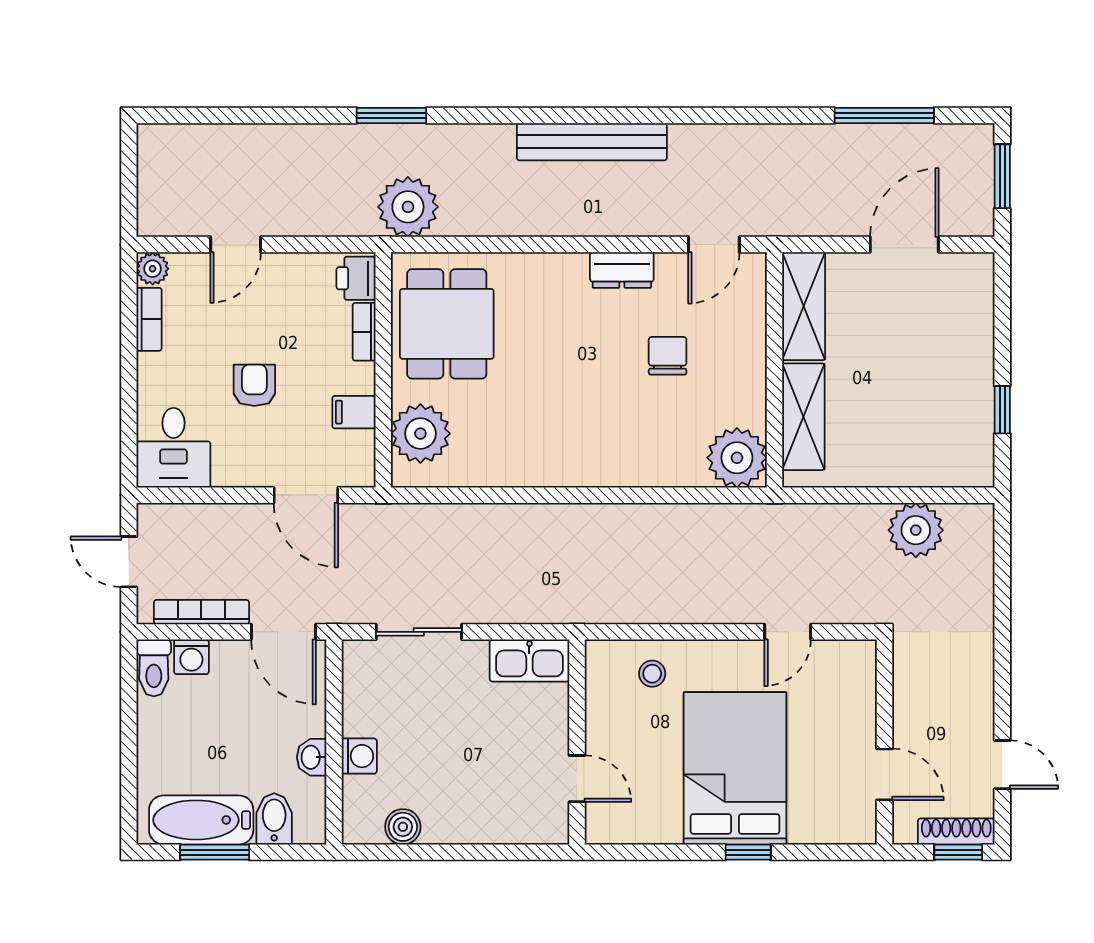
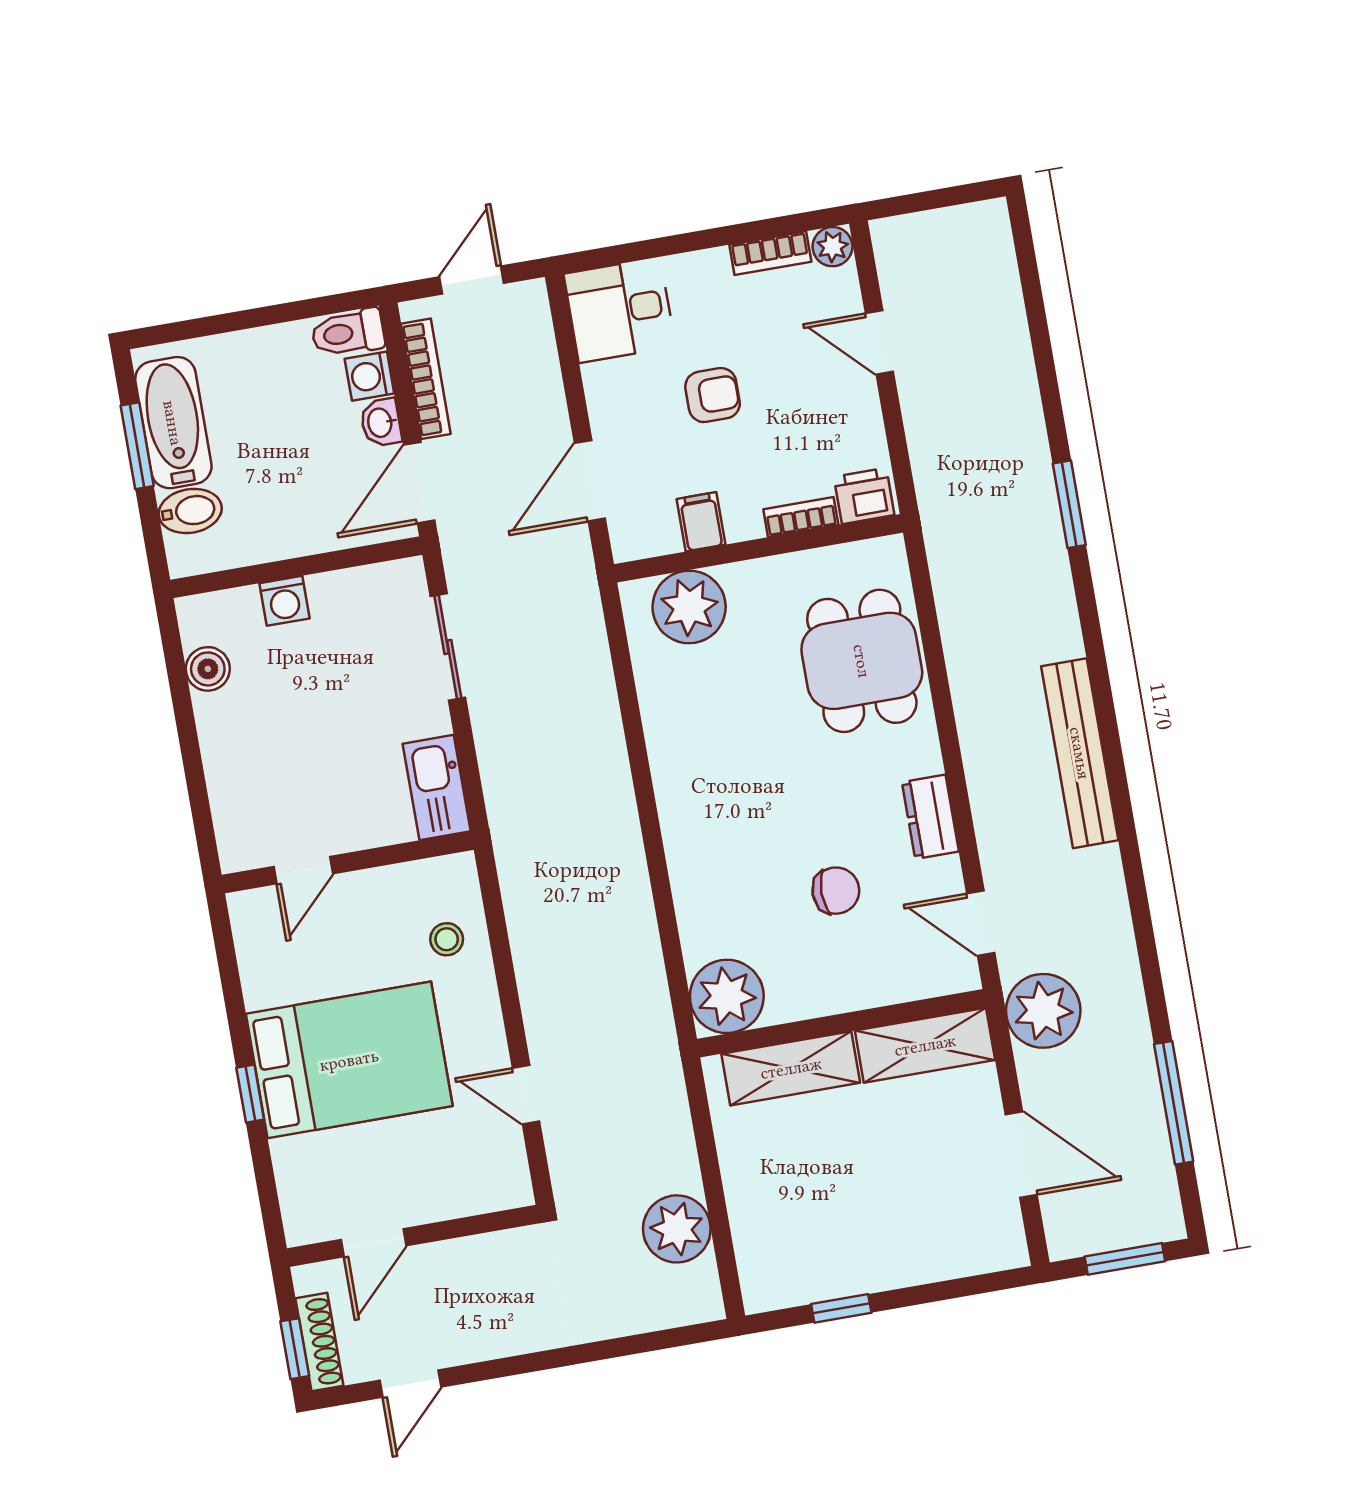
plant: (408, 207) -> (1043, 1011), moved
dining table: (447, 324) -> (862, 661), moved, turned 90
washbasin: (312, 757) -> (381, 423), moved, turned -90

